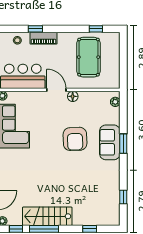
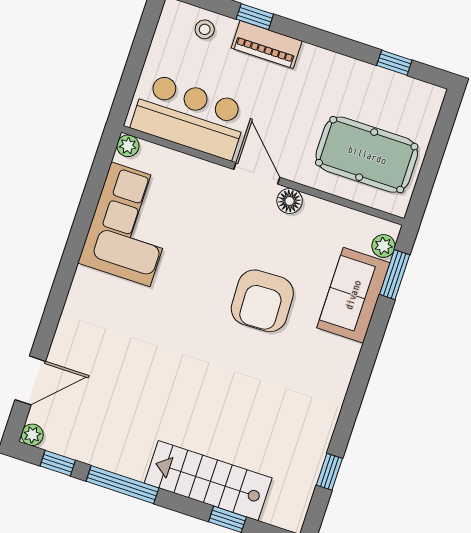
pool table: (88, 57) -> (367, 155), moved, turned 90
sofa: (110, 142) -> (353, 295), moved
window: (123, 144) -> (395, 275), moved
stairs: (47, 216) -> (208, 481), moved

